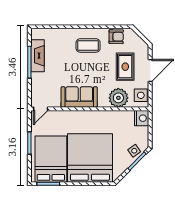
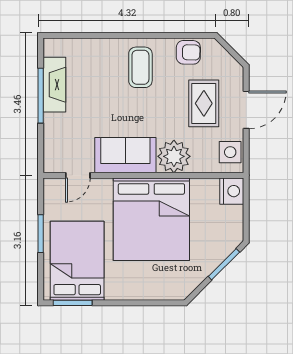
coffee table: (88, 45) -> (140, 67), turned 90
plant: (118, 98) -> (174, 156), moved
door: (41, 109) -> (78, 175), moved
side table: (134, 151) -> (219, 247), removed
bed: (90, 158) -> (151, 219), moved, turned 180

